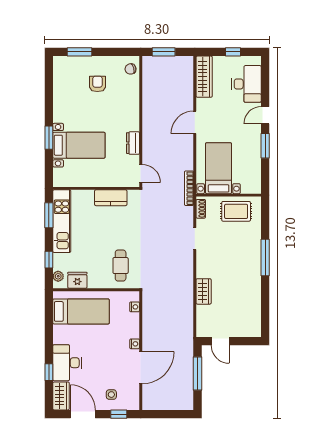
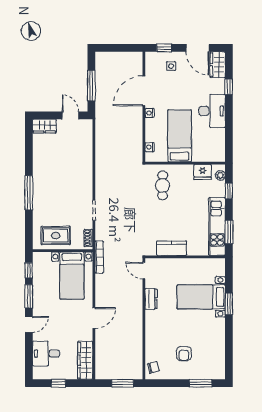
desk: (246, 84) -> (46, 354), width x0.73
window: (265, 174) -> (29, 270), added
wardrobe: (204, 291) -> (44, 126), moved, turned -90
bed: (81, 311) -> (180, 136), moved, turned 90
desk: (67, 363) -> (212, 111), moved

